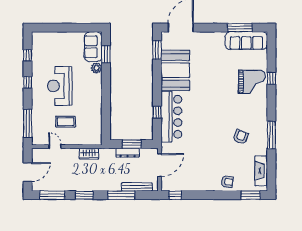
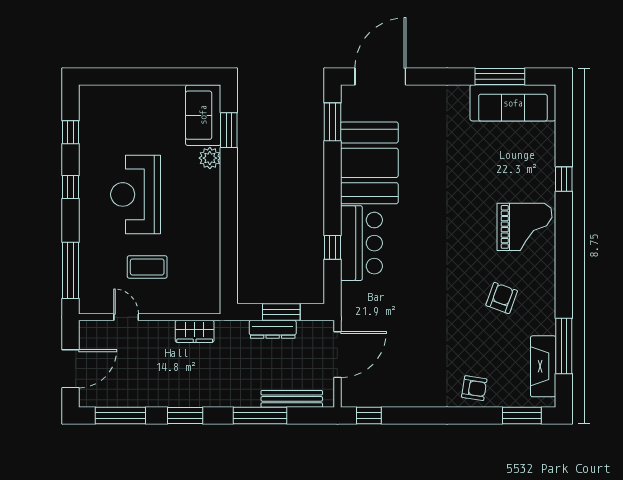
grand piano: (252, 82) -> (525, 227), moved
bar counter: (171, 117) -> (361, 243), width x0.73
window: (271, 135) -> (564, 346), moved

